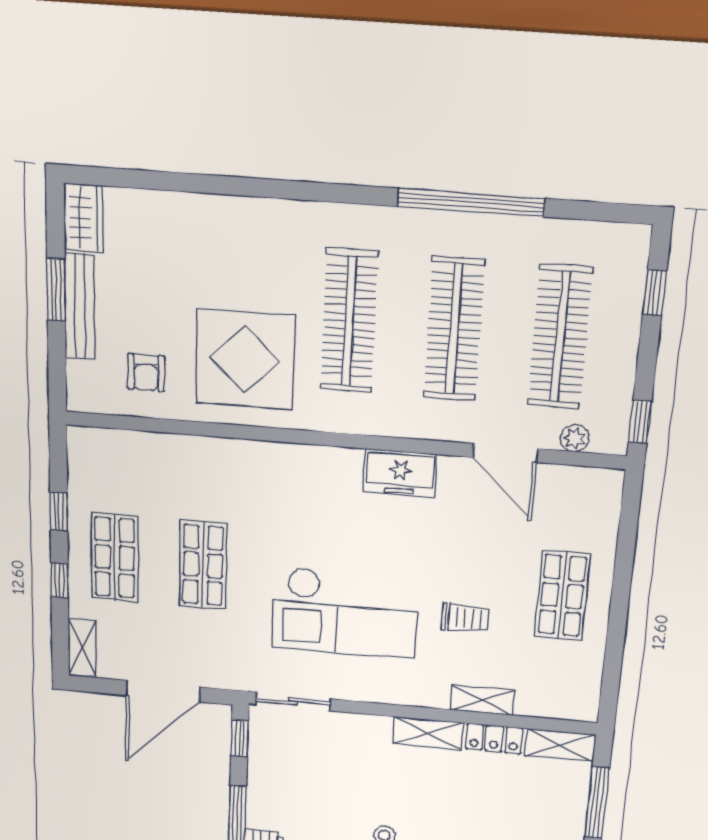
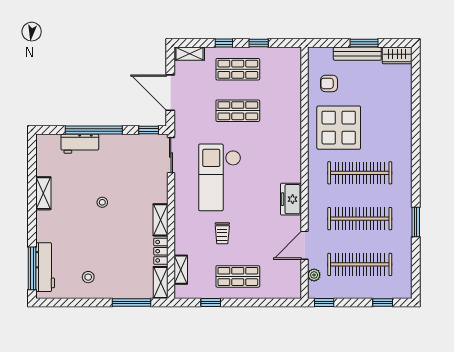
window: (471, 203) -> (416, 222), width x0.47
window: (614, 654) -> (211, 303), added
shelving: (482, 700) -> (181, 270), moved

